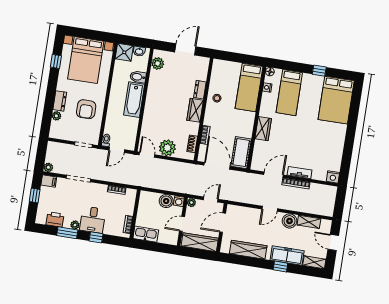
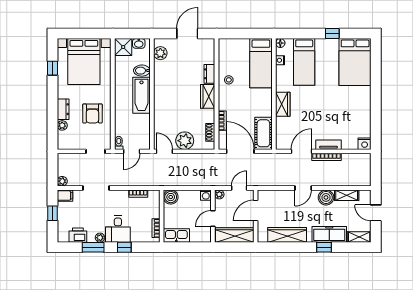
boiler: (166, 201) -> (171, 197), moved

